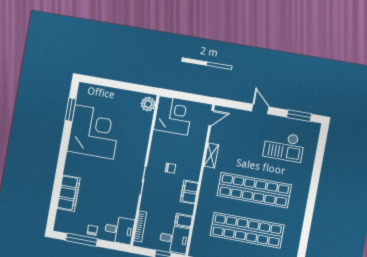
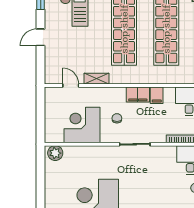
corner desk: (173, 116) -> (82, 125), moved
door: (211, 118) -> (71, 86), moved
filing cabinet: (184, 221) -> (157, 95), moved

